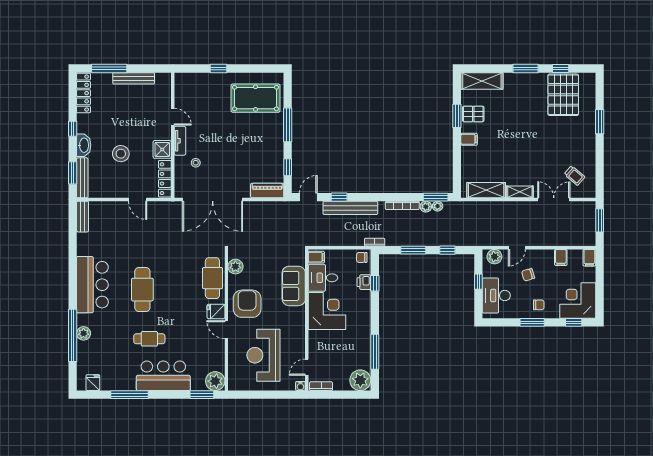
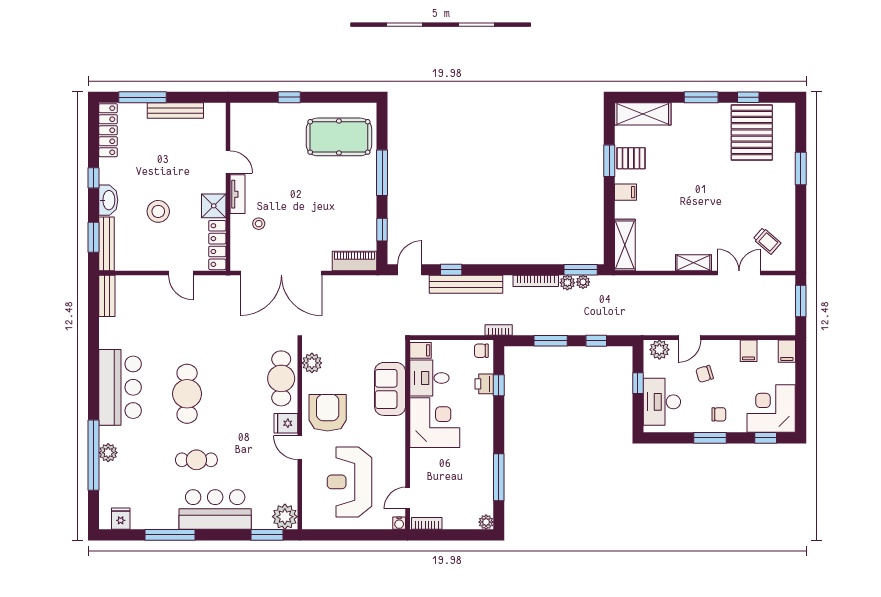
shelving: (486, 190) -> (625, 245), moved, turned 90
plant: (360, 380) -> (486, 522), width x0.53, depth x0.53

